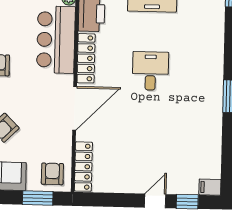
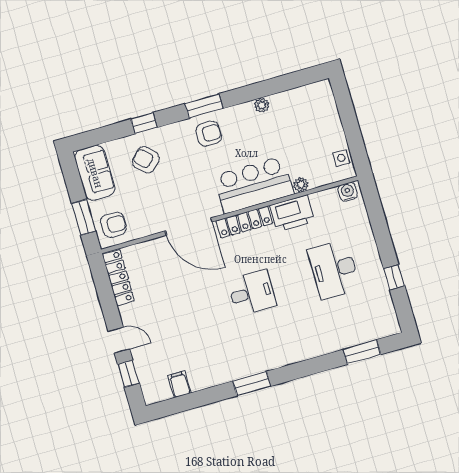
locker: (83, 167) -> (118, 277), moved, turned -90
filing cabinet: (210, 187) -> (179, 384), moved

